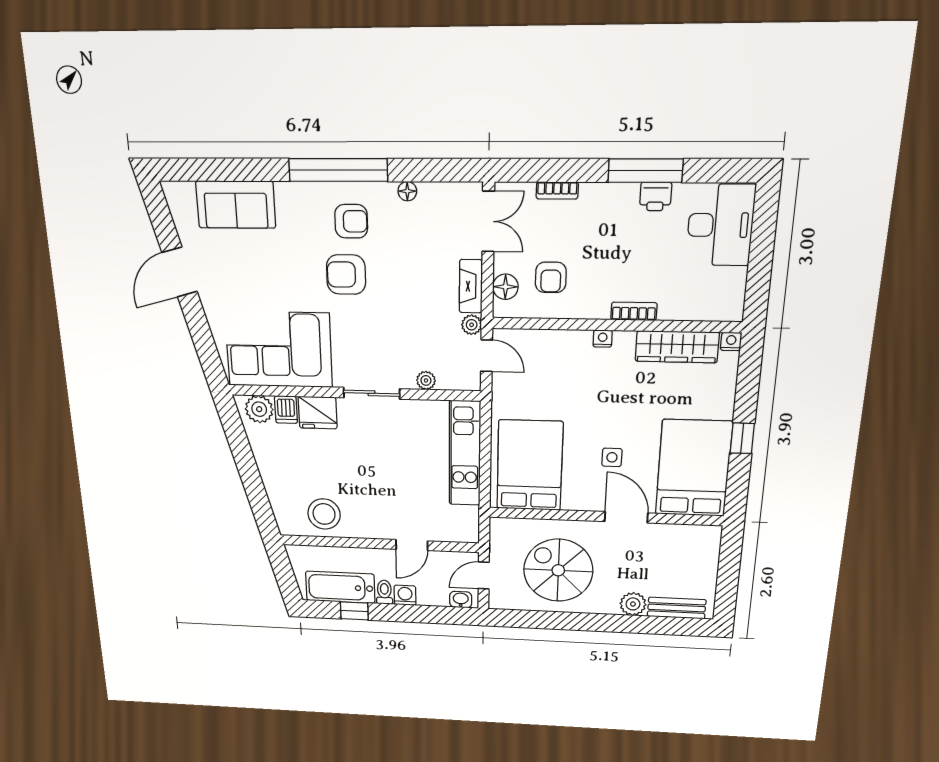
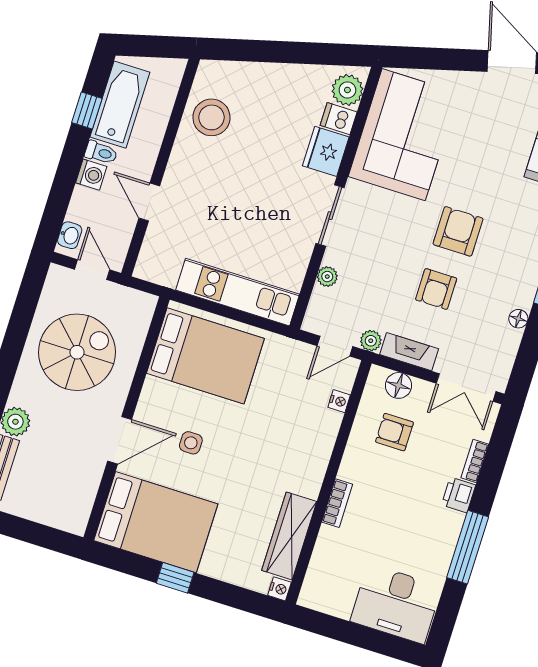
printer: (656, 196) -> (459, 495), moved
armchair: (351, 221) -> (436, 289), moved
nightstand: (603, 339) -> (339, 401), moved

